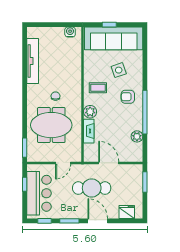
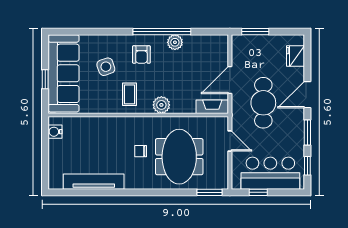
fireplace: (89, 131) -> (212, 107), moved
plant: (137, 136) -> (175, 42), moved

